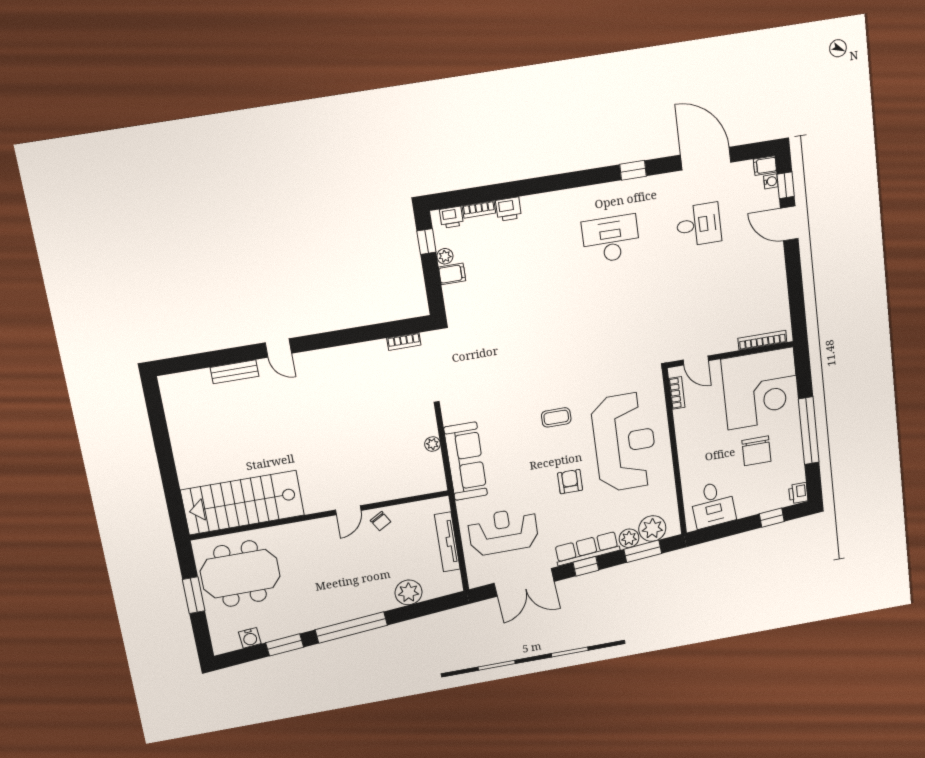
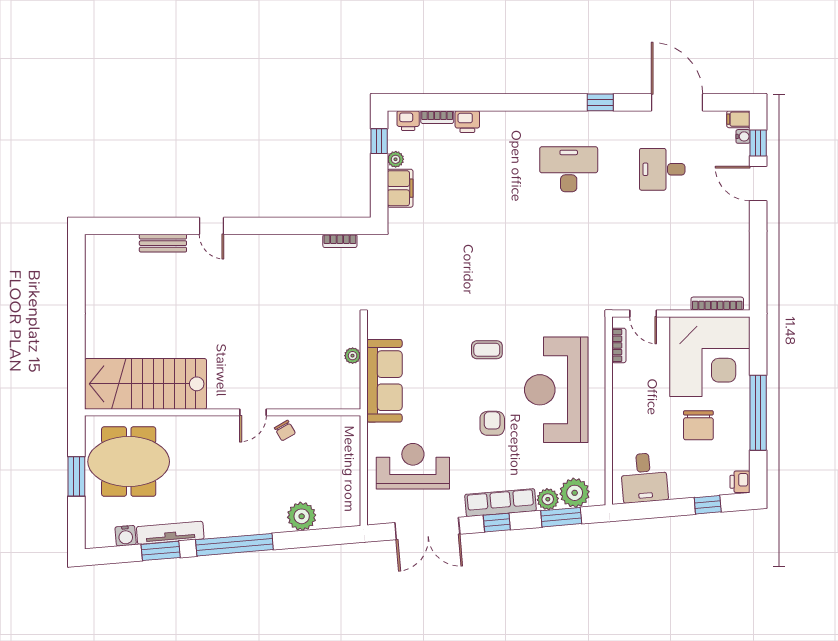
desk: (699, 225) -> (662, 169), turned 180
filing cabinet: (452, 274) -> (400, 188), width x2.00
reception desk: (625, 442) -> (556, 390), turned 180
tv unit: (447, 542) -> (170, 533), moved, turned 85

